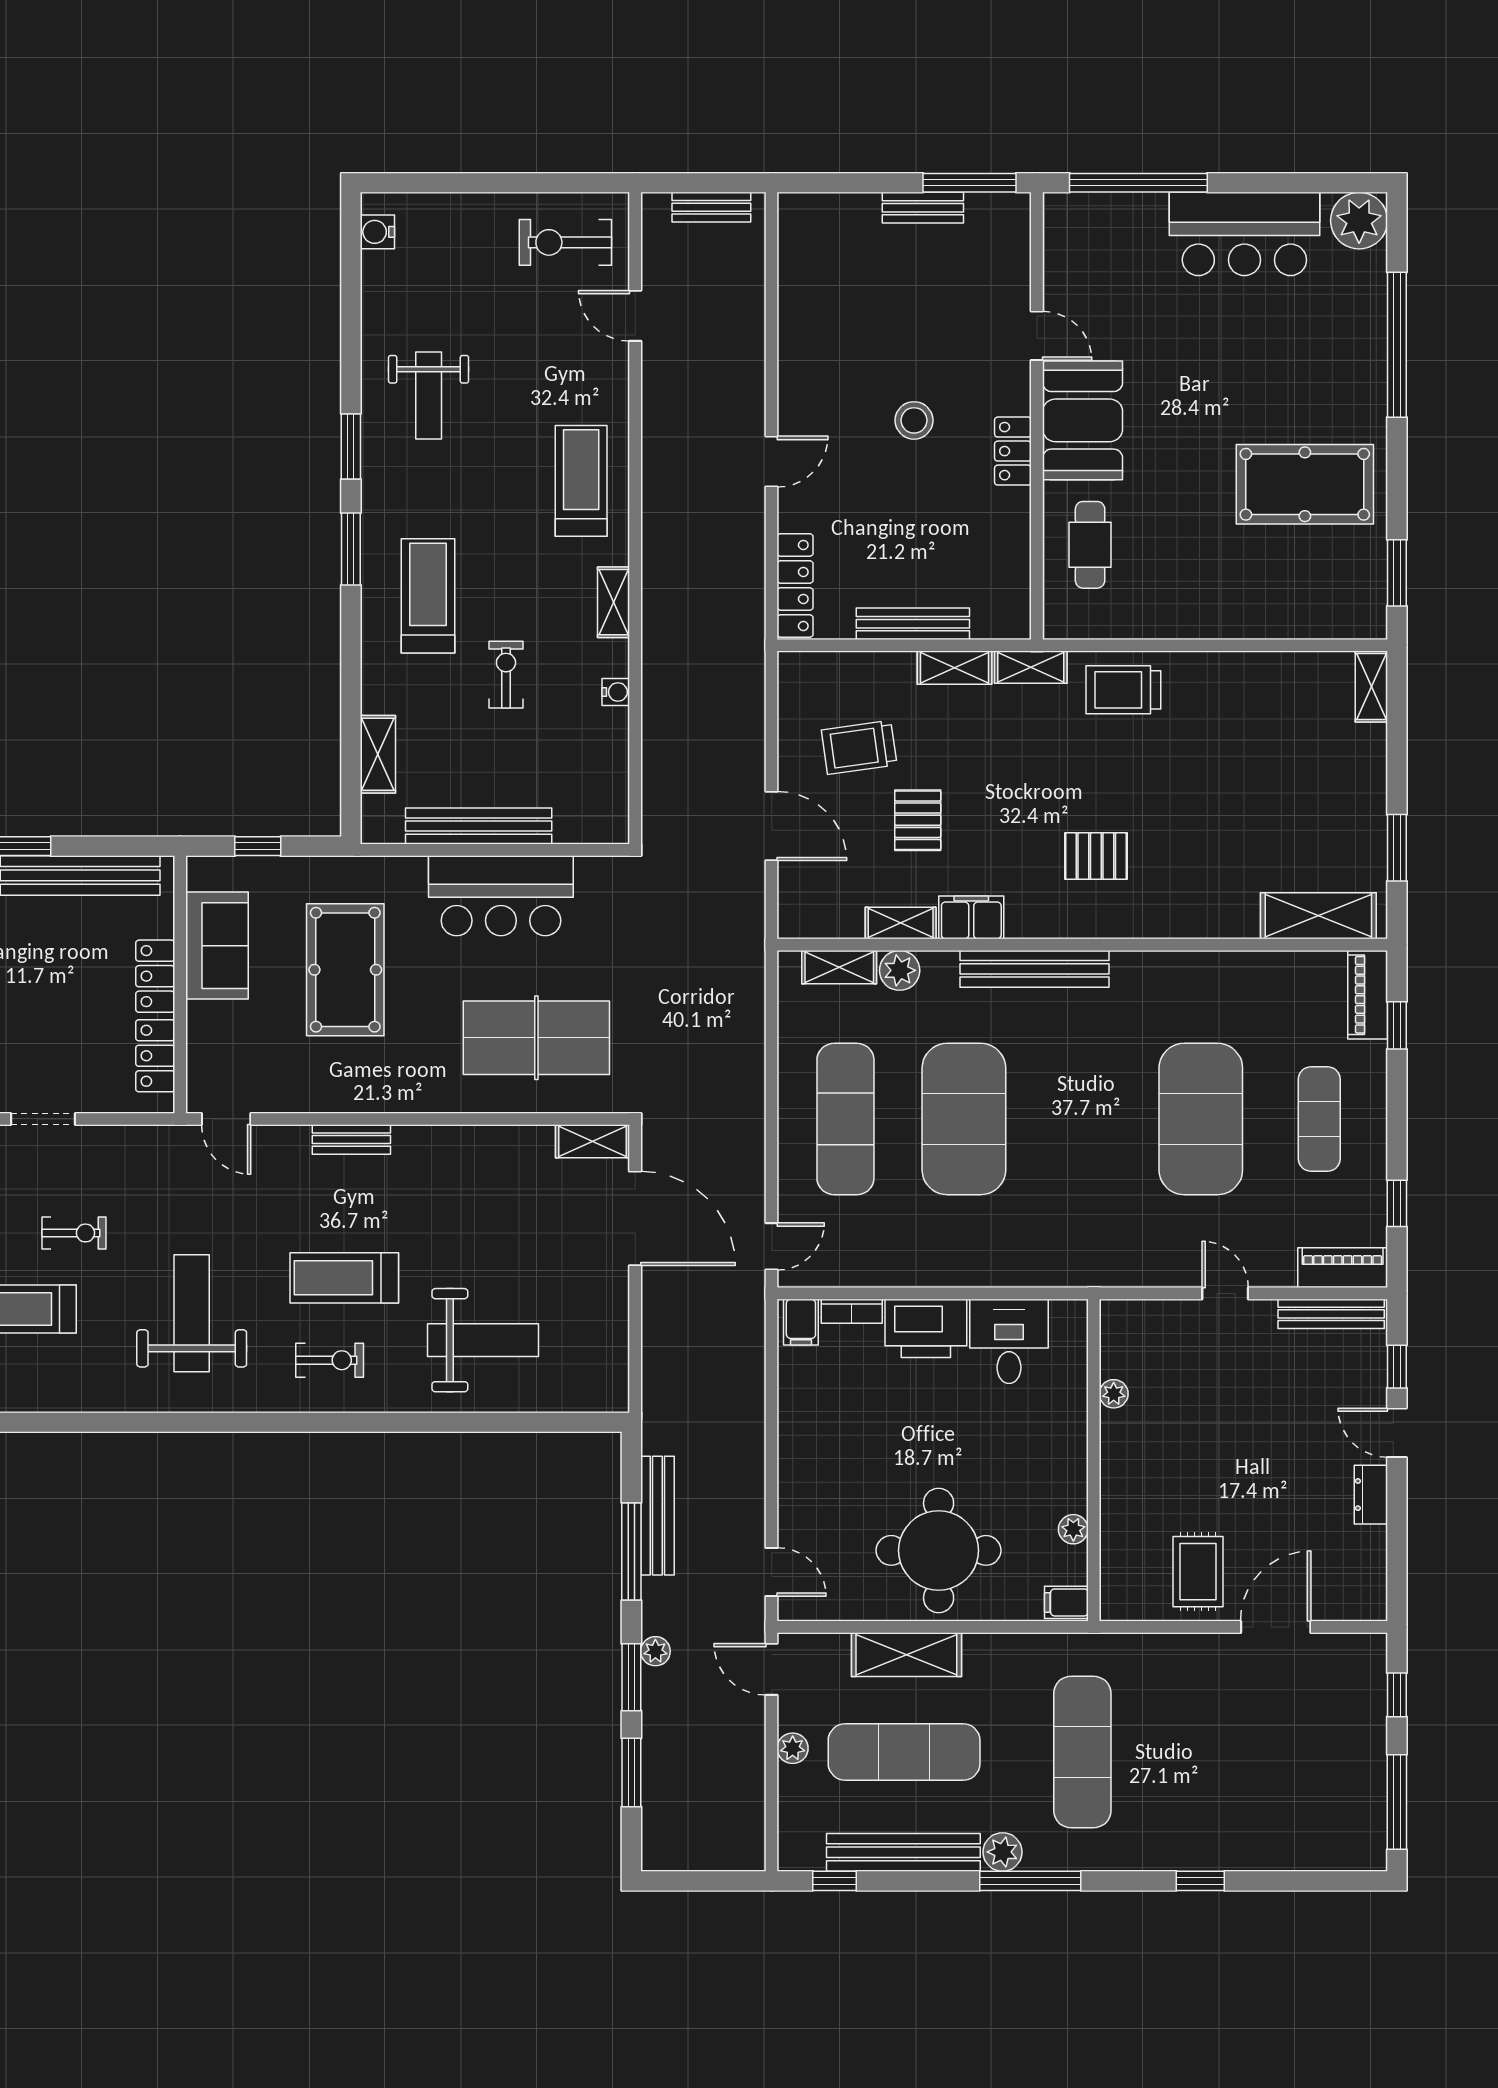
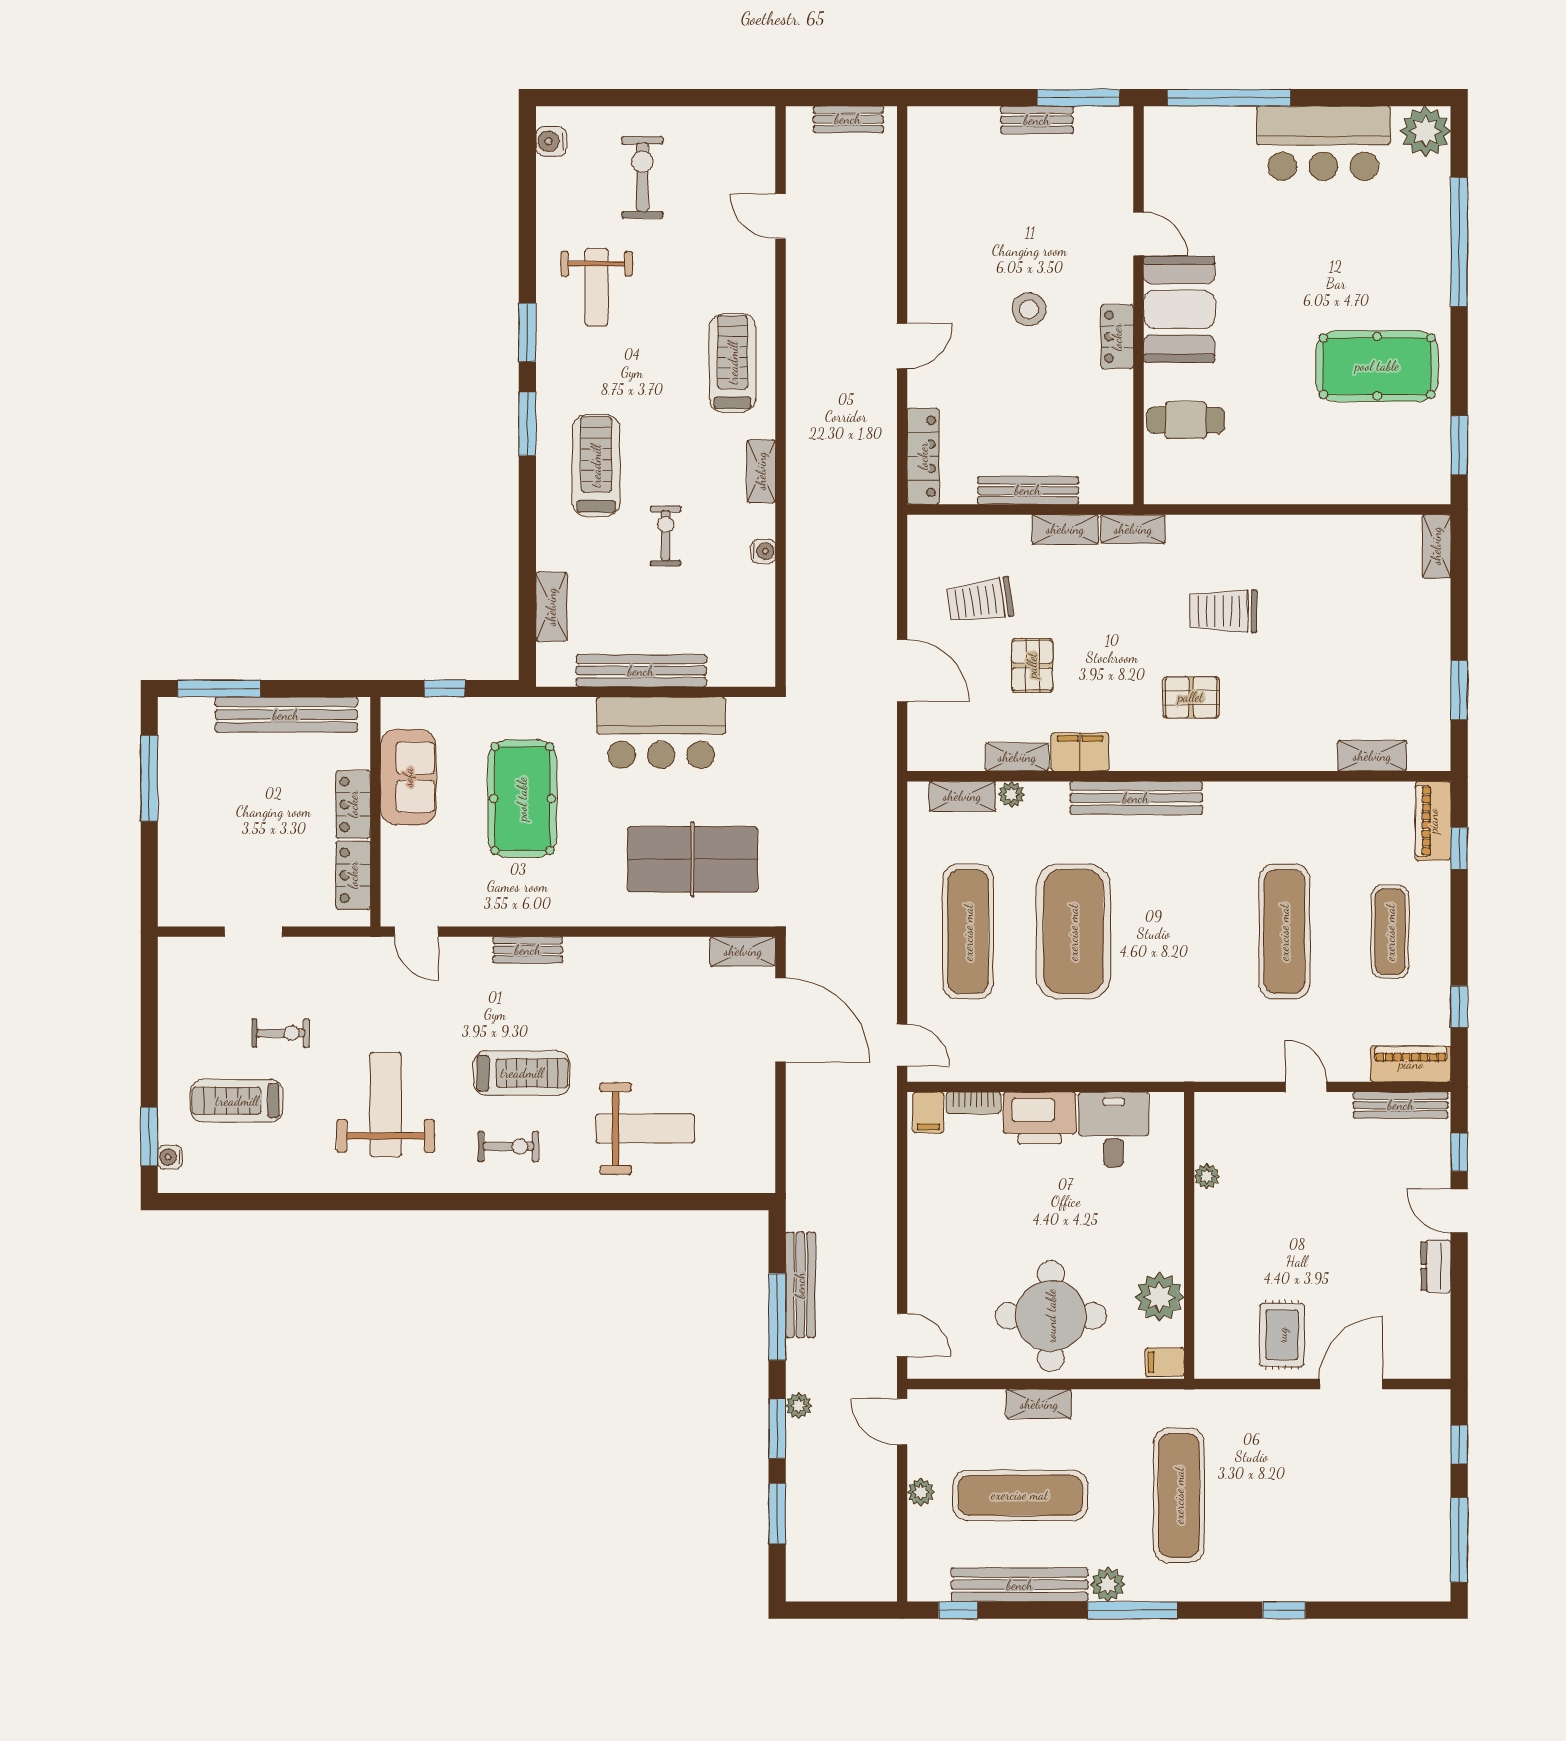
exercise bike: (565, 242) -> (642, 177), moved, turned 90
cafe table: (1090, 545) -> (1186, 420), turned 90
trolley: (1123, 690) -> (1224, 611), moved
shelving: (1318, 916) -> (1372, 756), width x0.67, depth x0.75
plant: (900, 970) -> (1011, 794), width x0.73, depth x0.73
exercise mat: (1201, 1119) -> (1284, 932), width x0.68
door: (772, 1246) -> (902, 1045), hinge flipped
treadmill: (344, 1278) -> (522, 1073), turned 180
plant: (1073, 1529) -> (1159, 1297), width x1.87, depth x1.87
shelving: (906, 1655) -> (1039, 1404), width x0.67, depth x0.75

